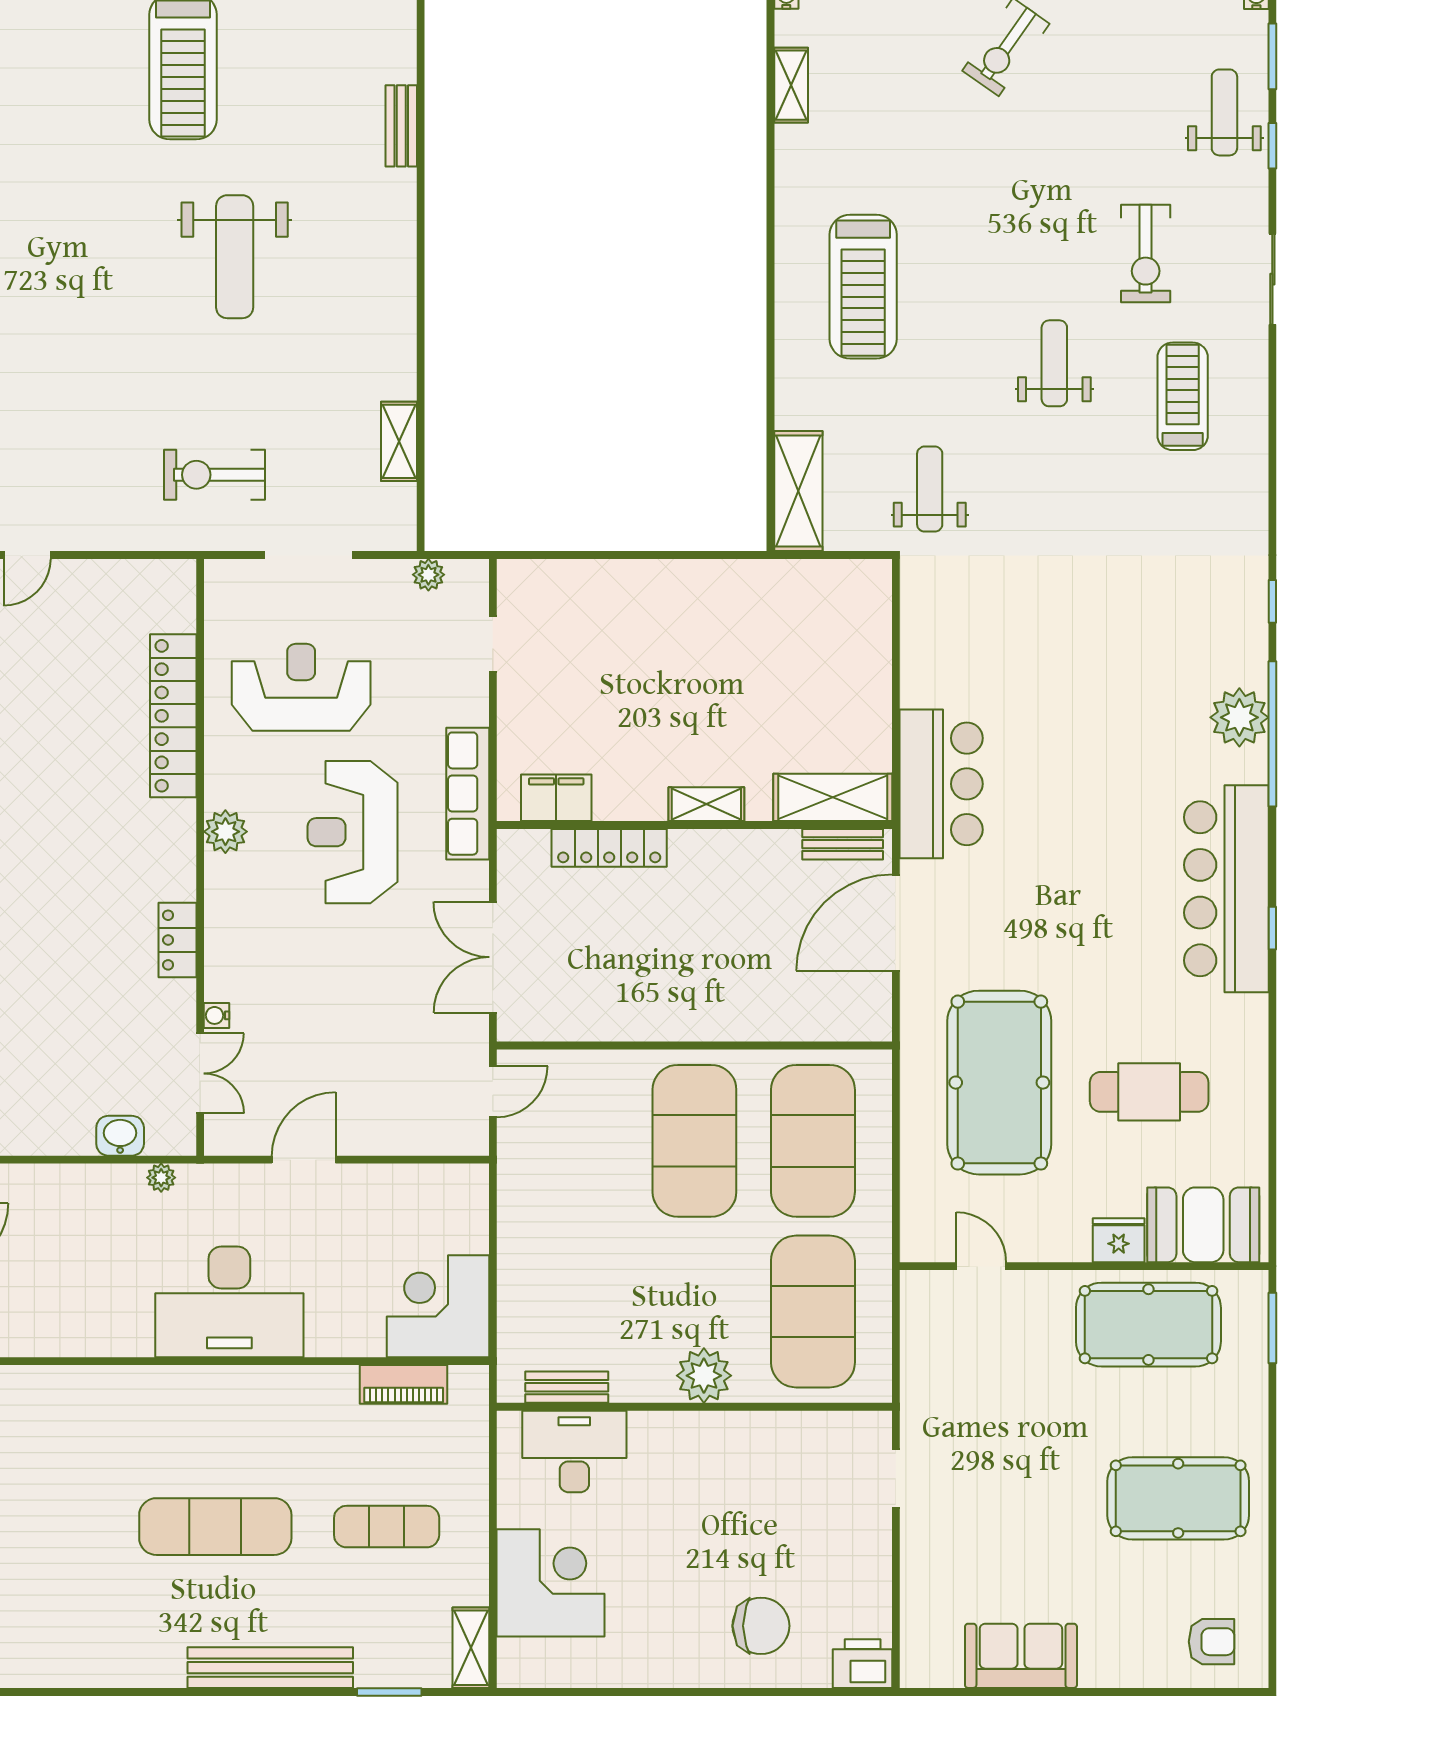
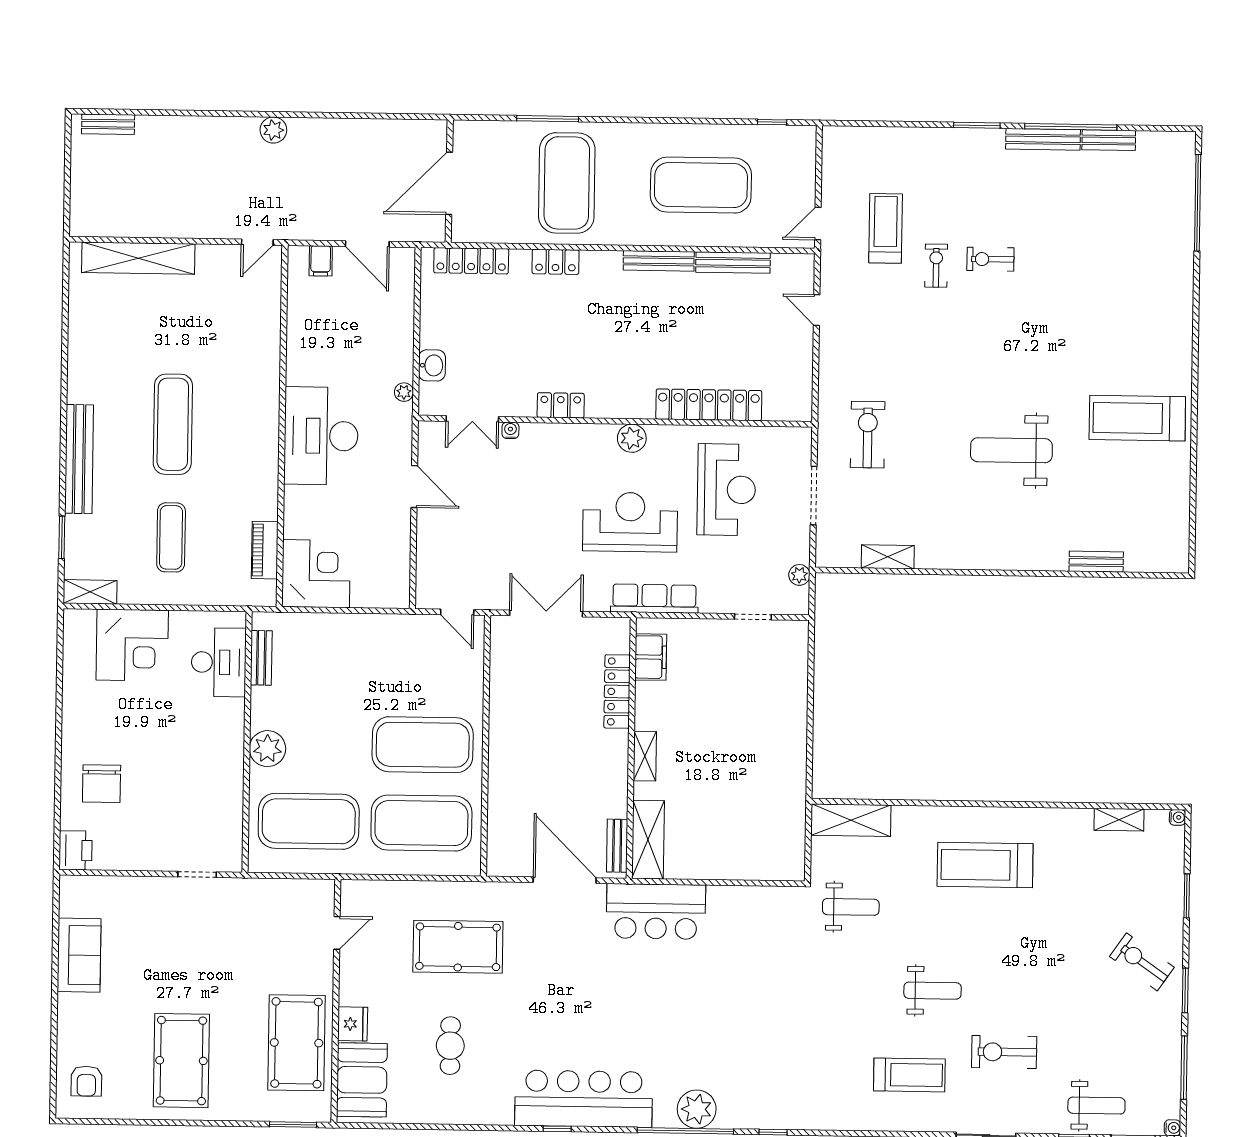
pool table: (999, 1083) -> (458, 947), width x0.73, depth x0.76
cafe table: (1149, 1092) -> (450, 1046), width x0.73, depth x0.74

